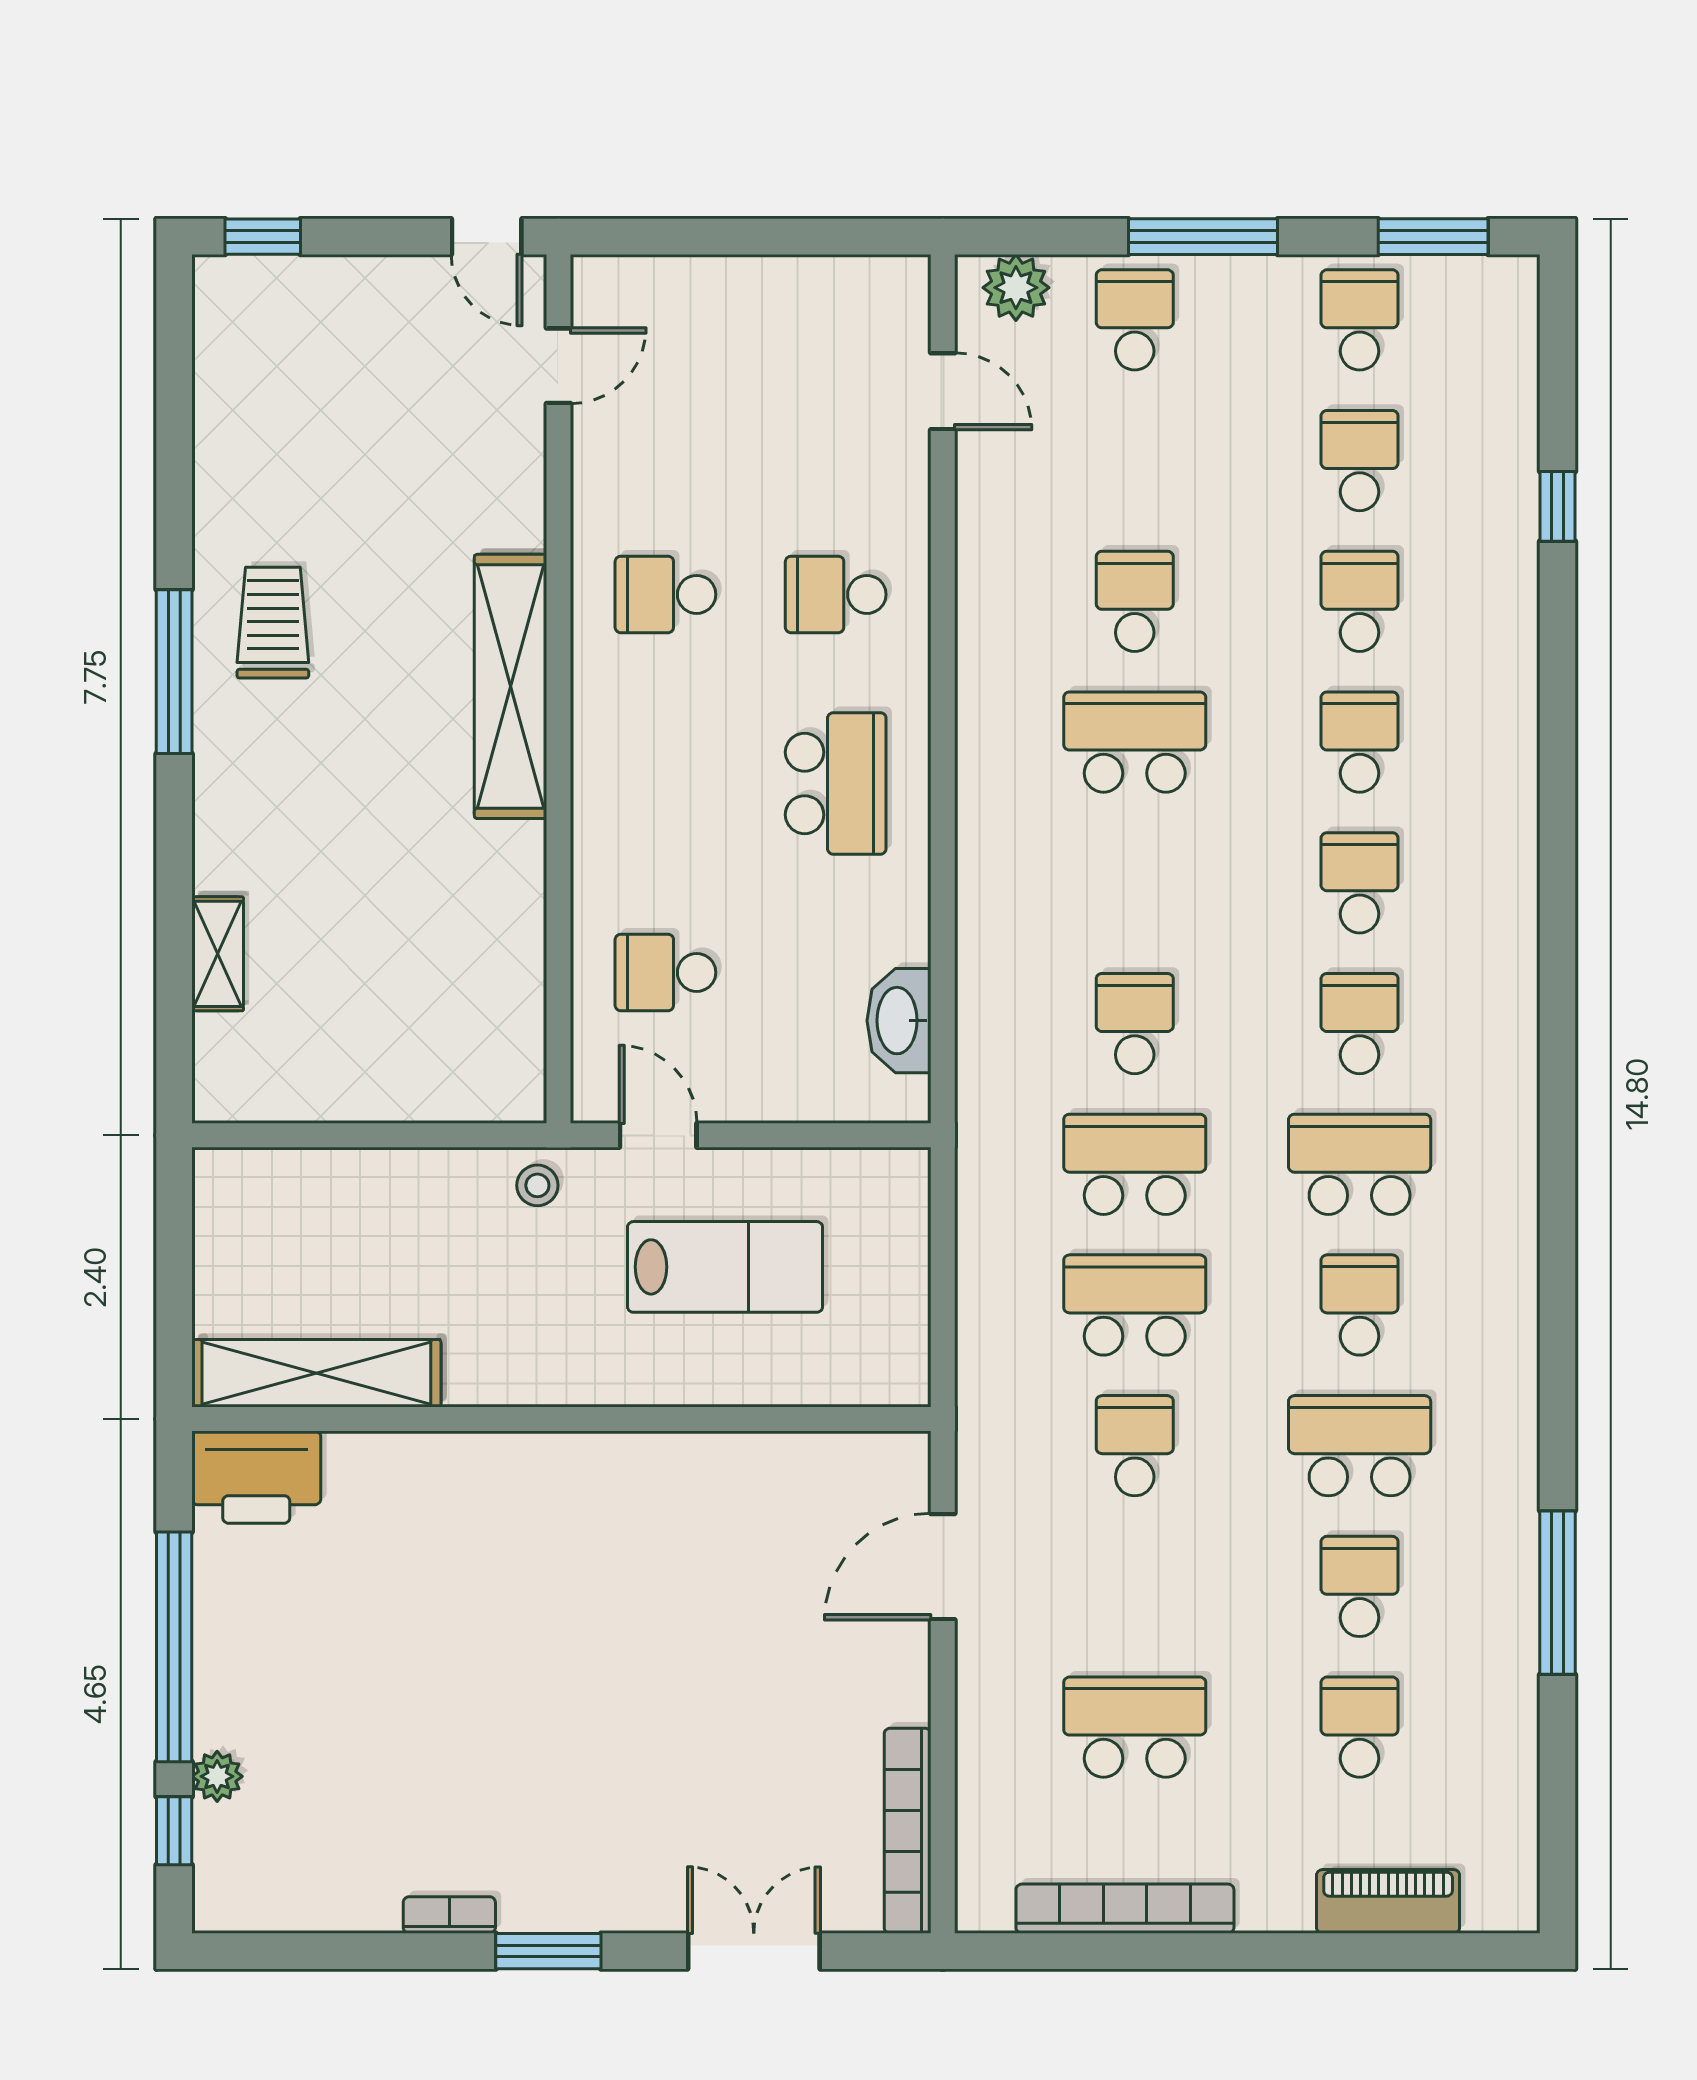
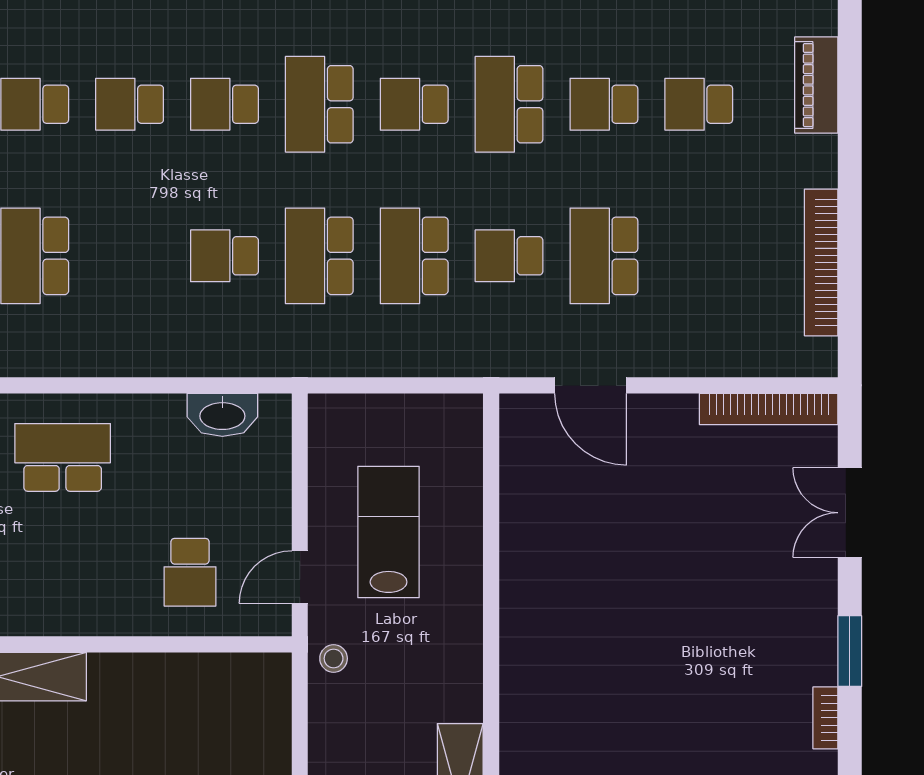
school desk: (1135, 1727) -> (604, 256), moved

